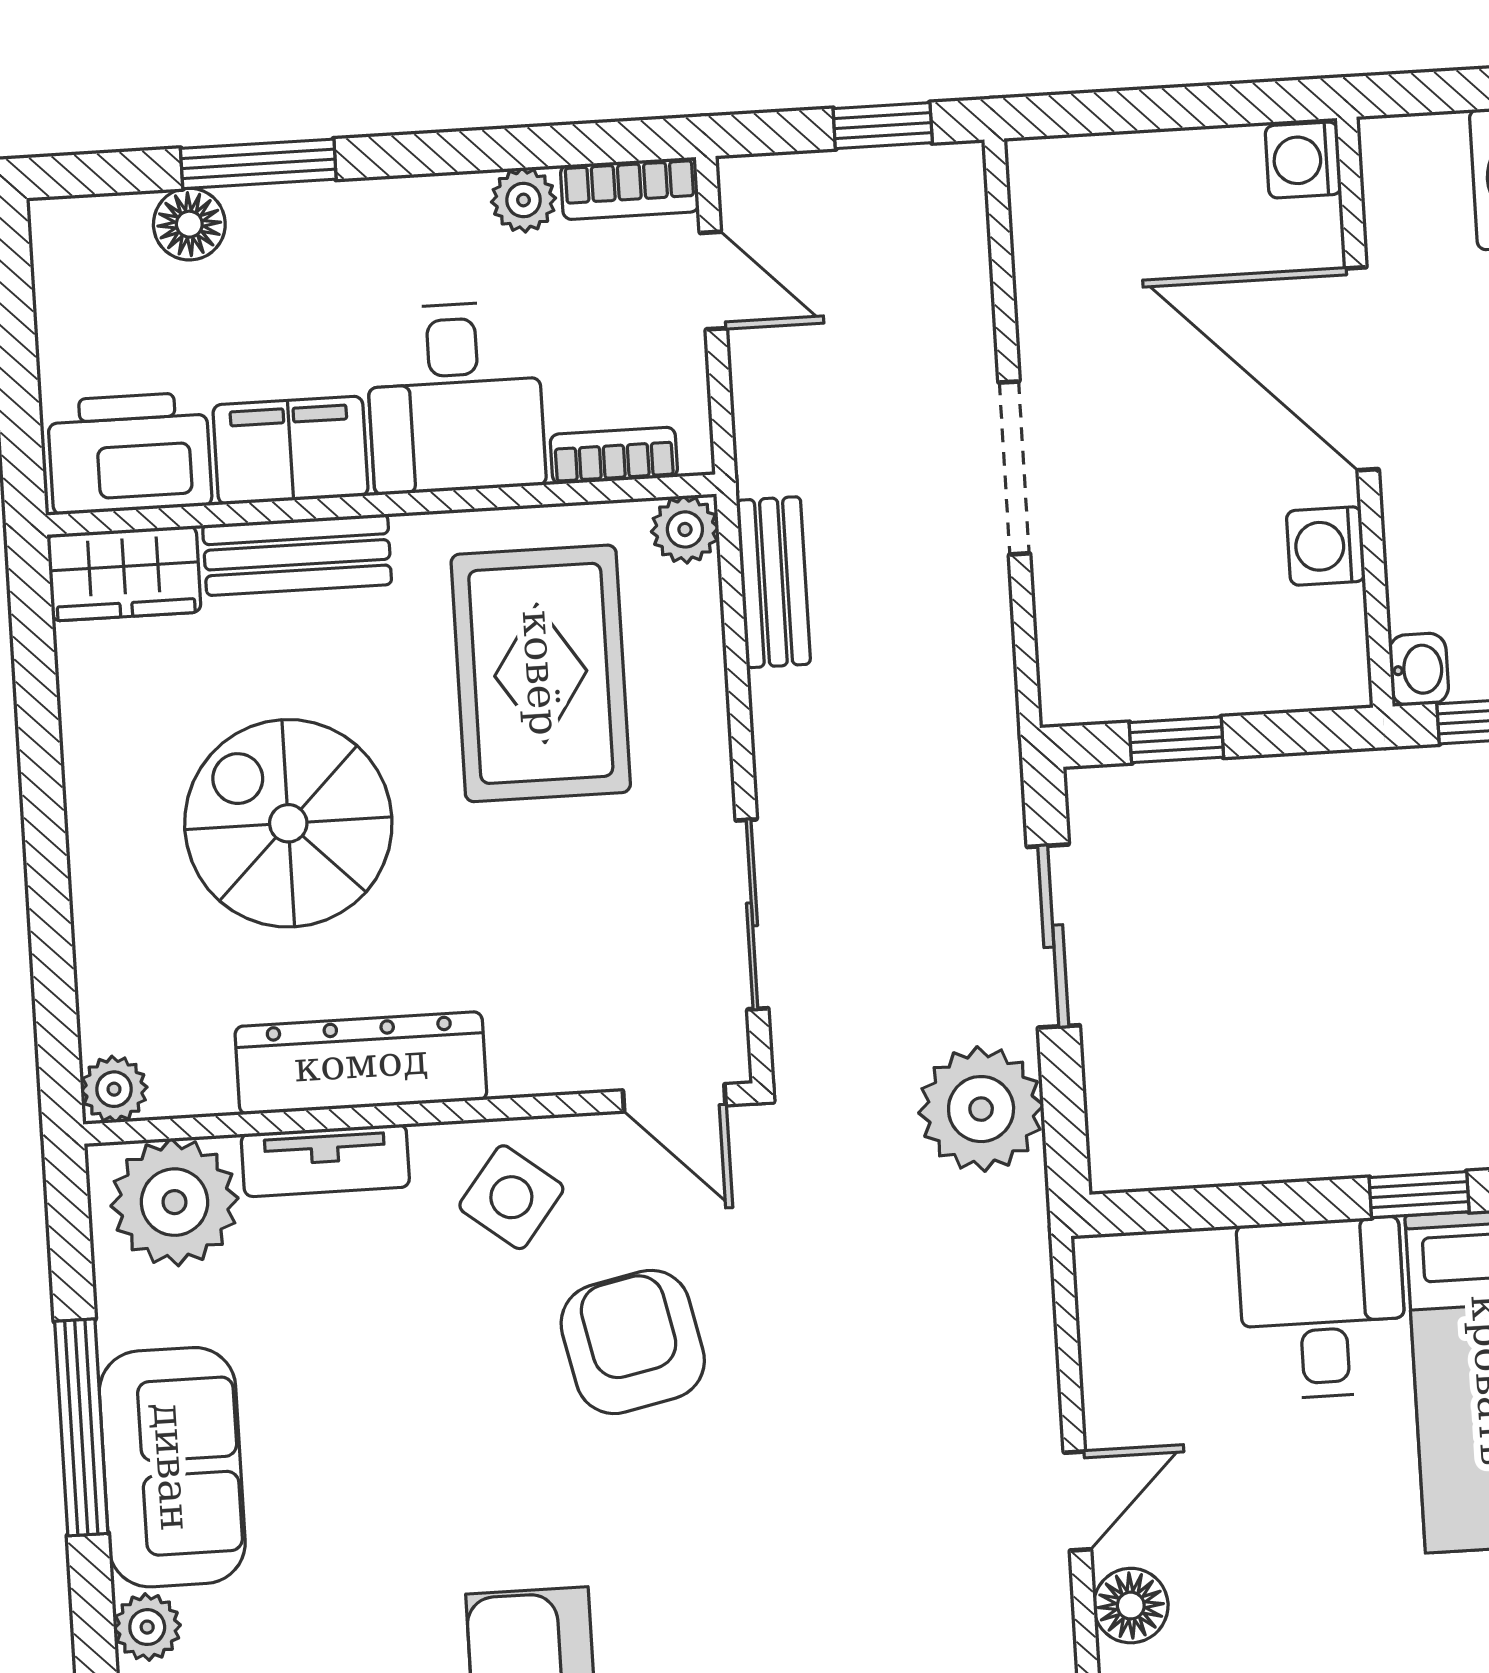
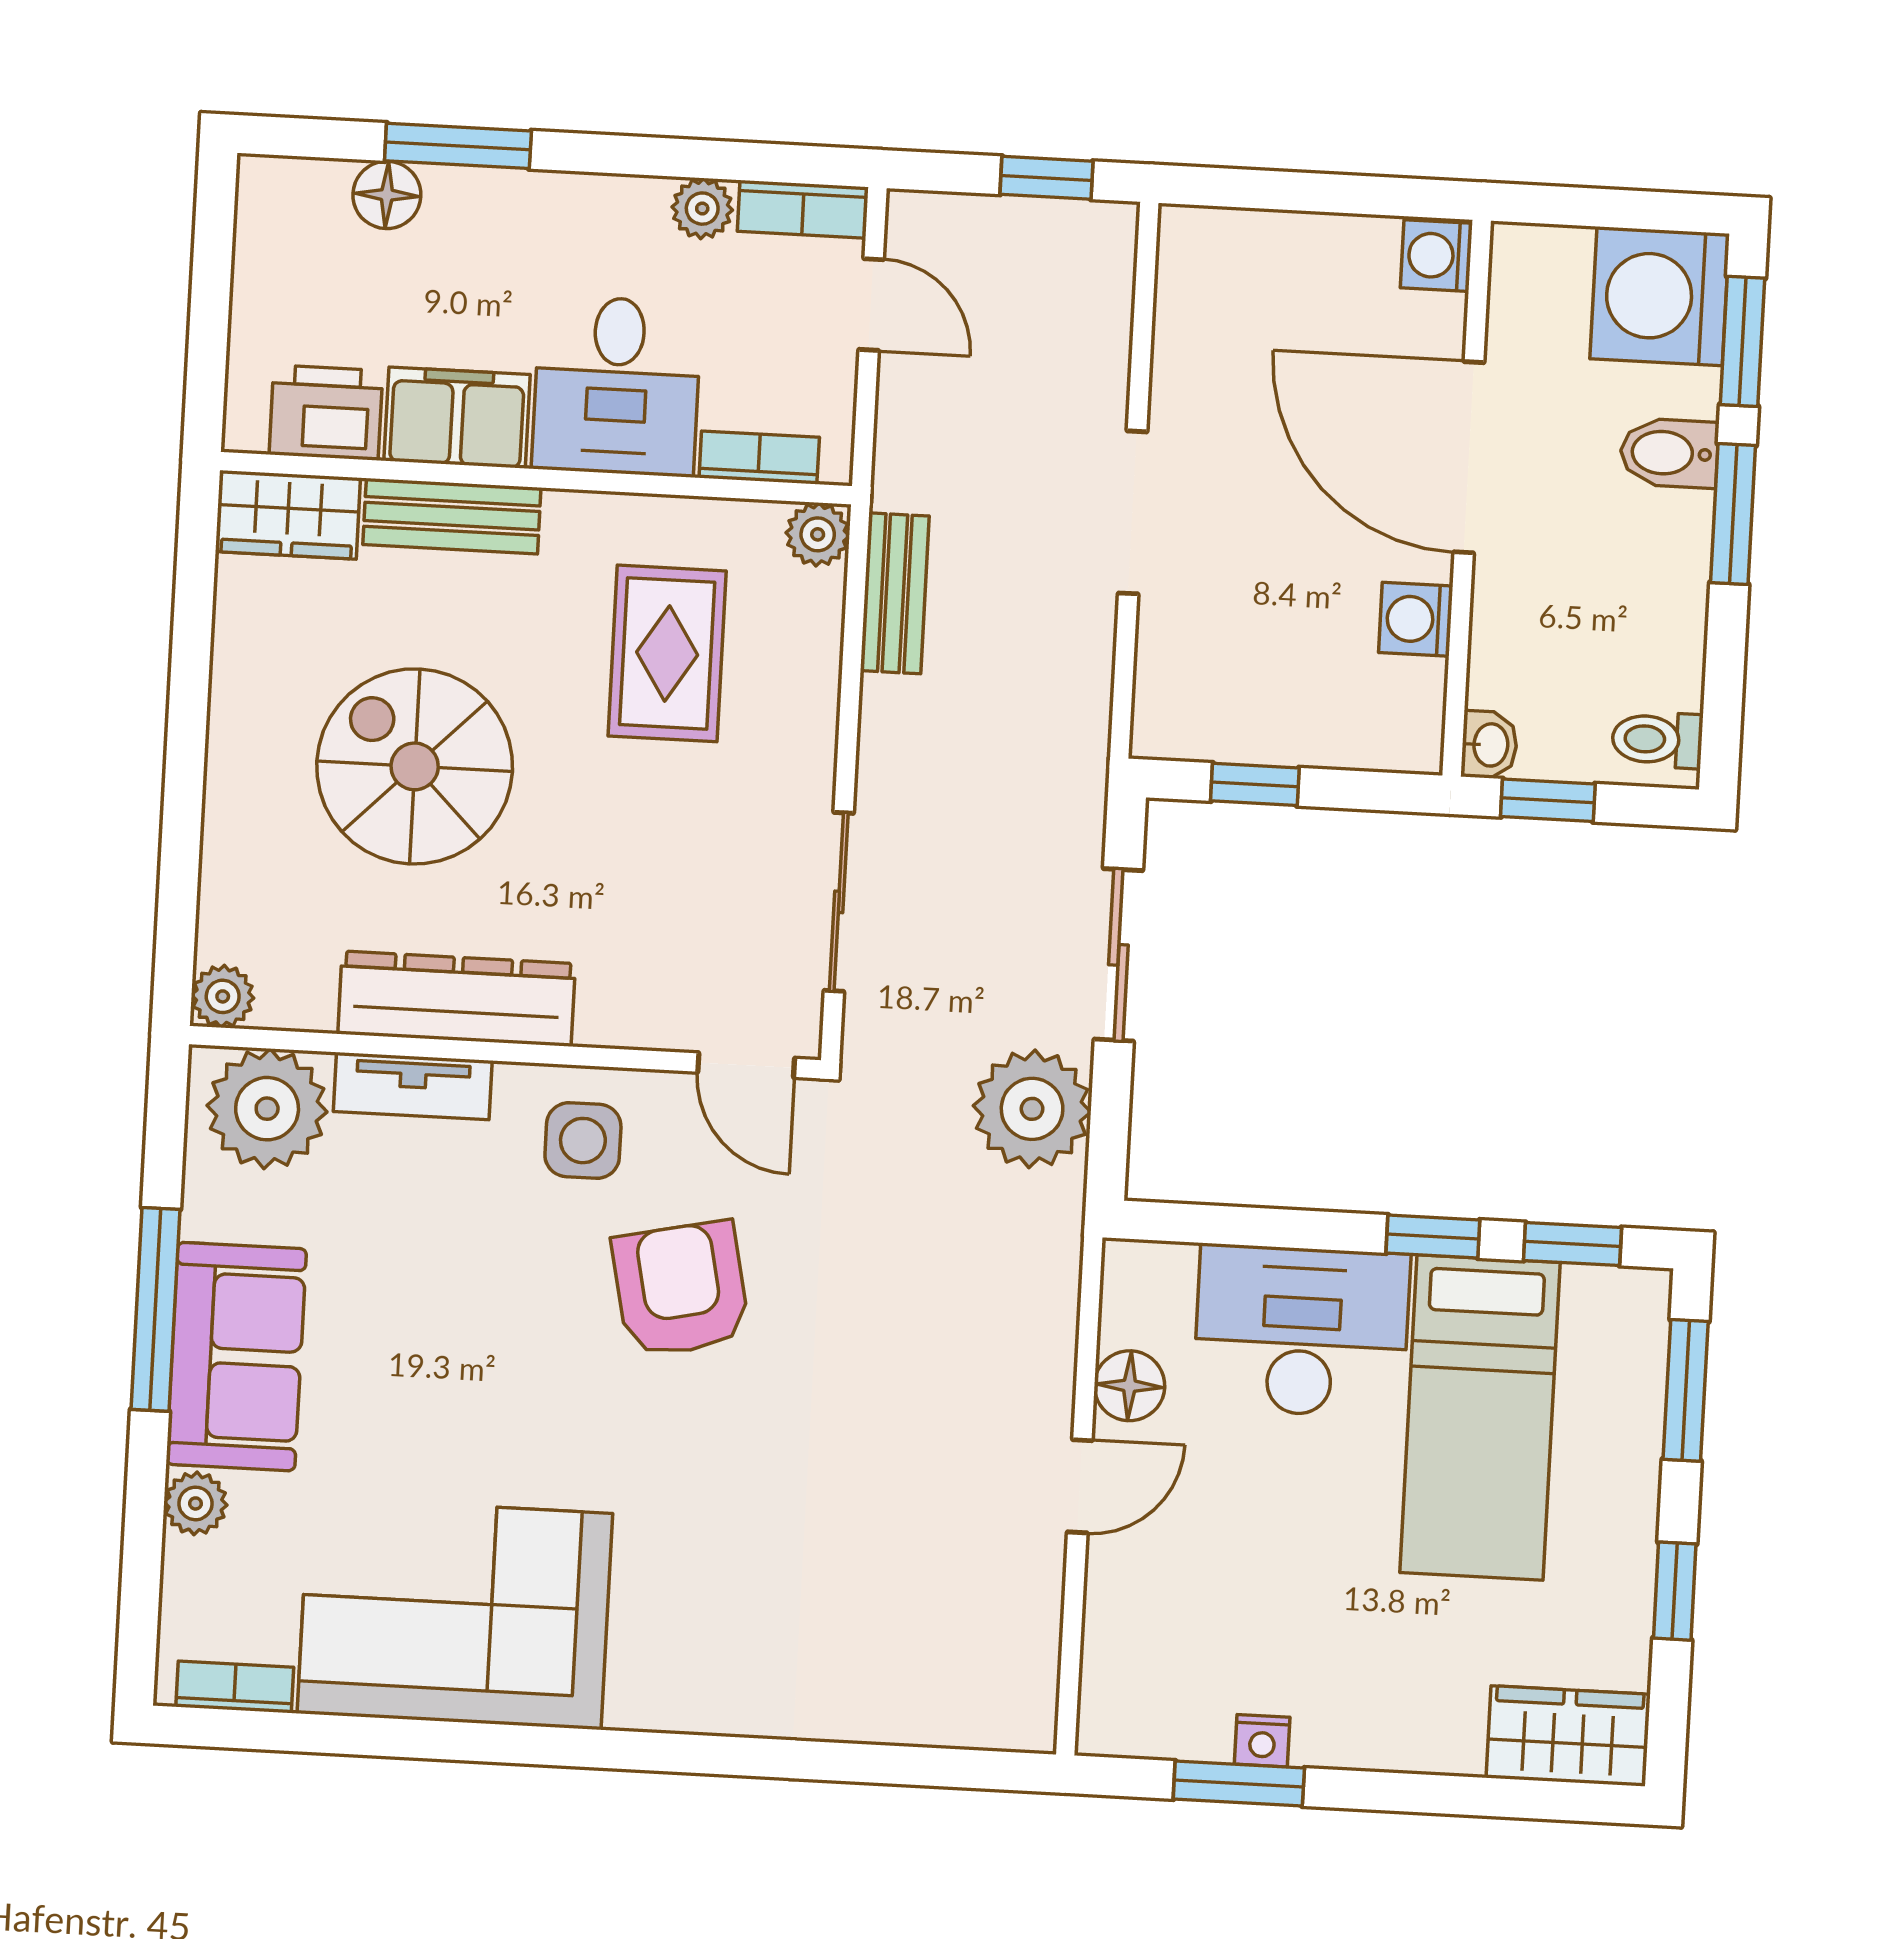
printer: (130, 453) -> (326, 413), width x0.73, depth x0.84
rug: (541, 673) -> (667, 653), width x0.73, depth x0.70
side table: (511, 1197) -> (583, 1141), turned -38
desk: (1322, 1309) -> (1302, 1331), width x1.37
floor lamp: (1131, 1606) -> (1129, 1386), moved

